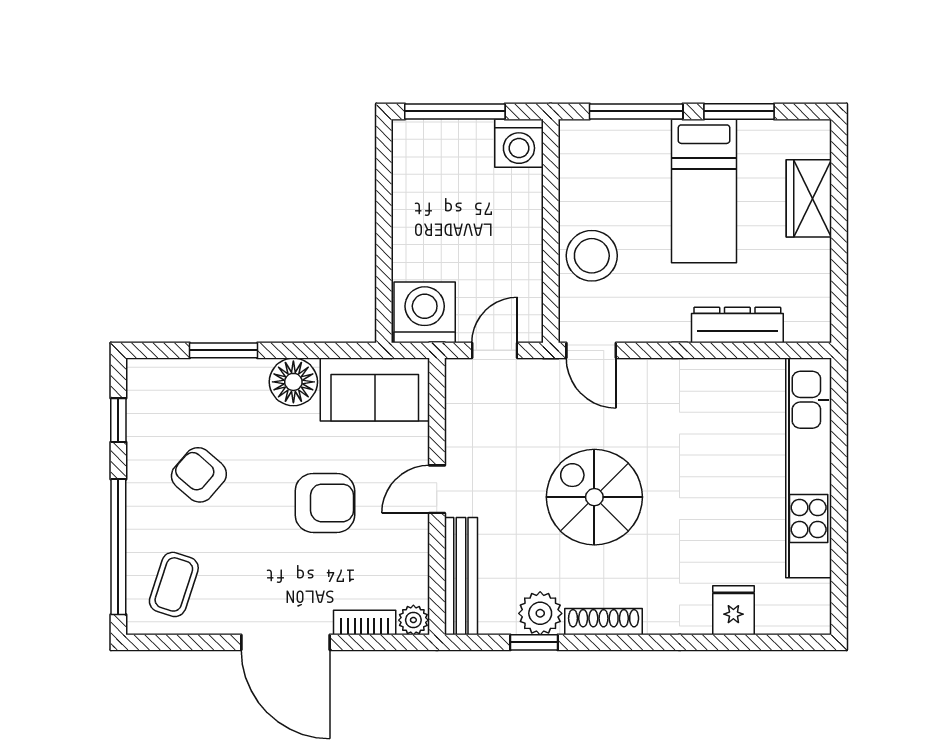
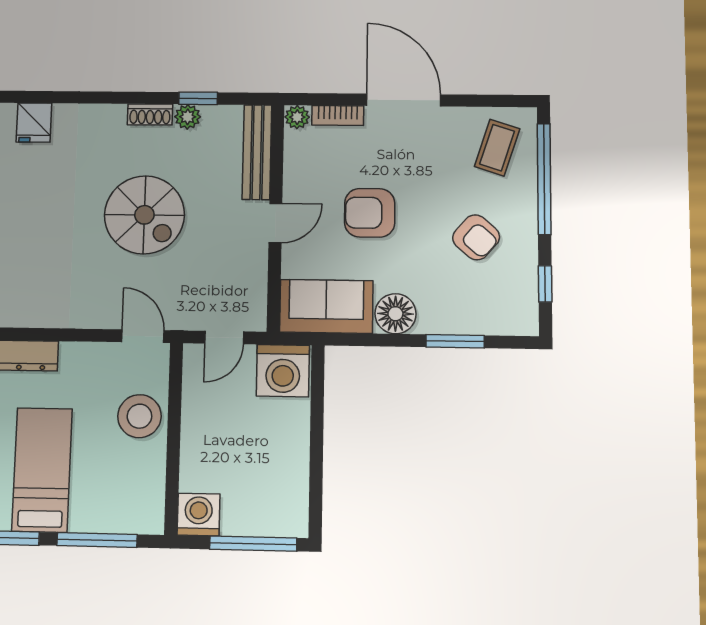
plant: (540, 613) -> (188, 117), width x0.73, depth x0.73
shoe rack: (604, 622) -> (150, 114), width x0.70

